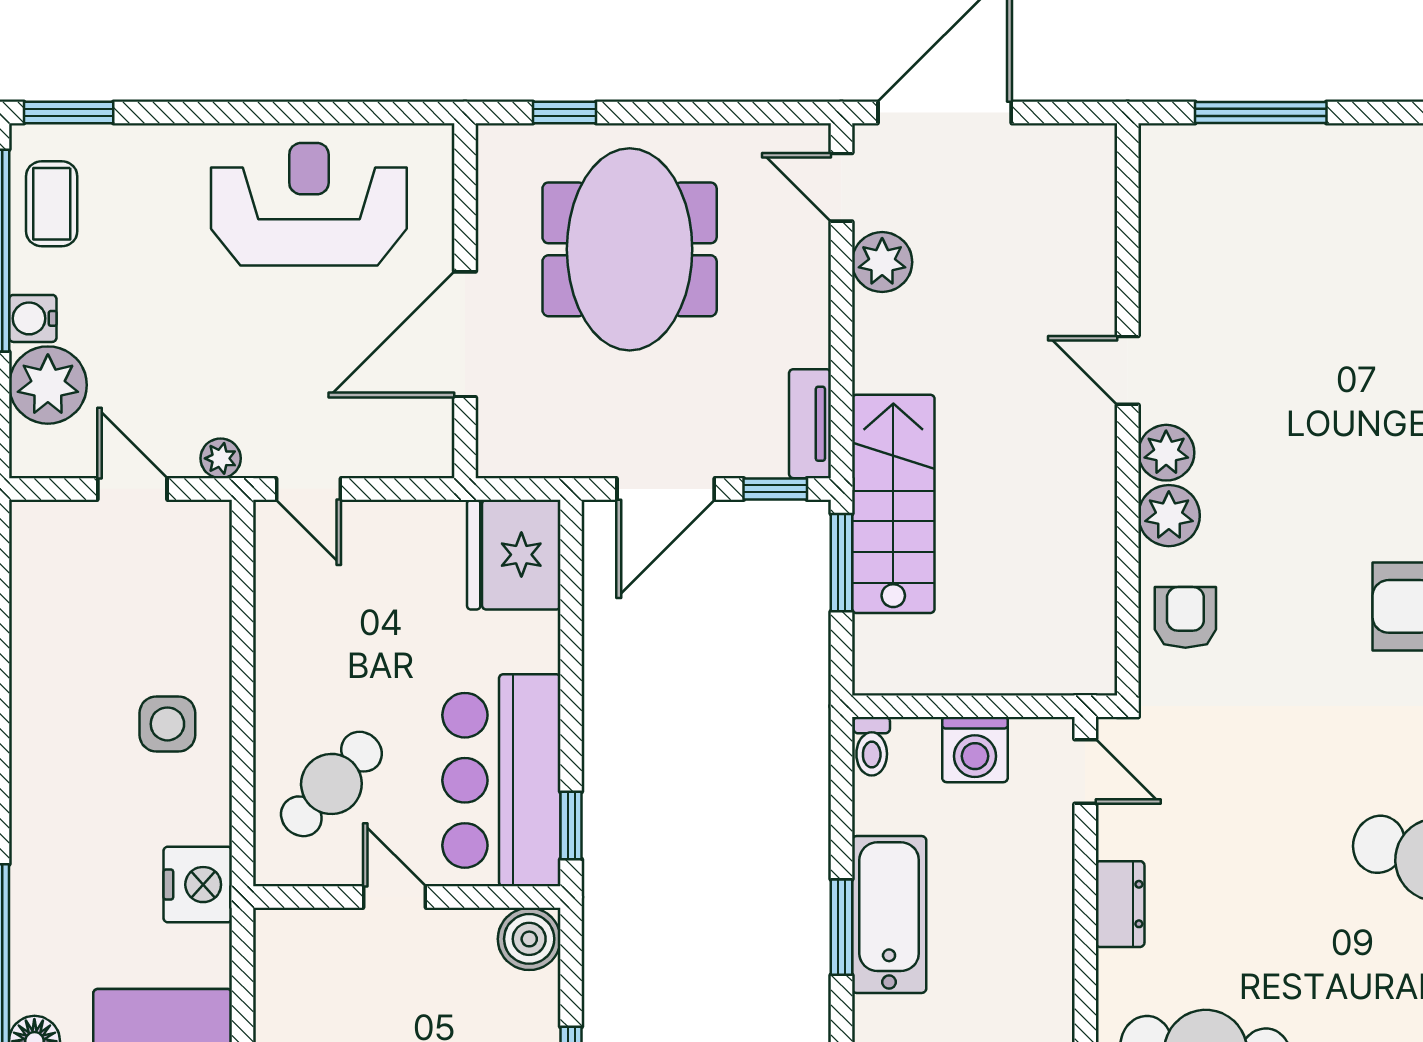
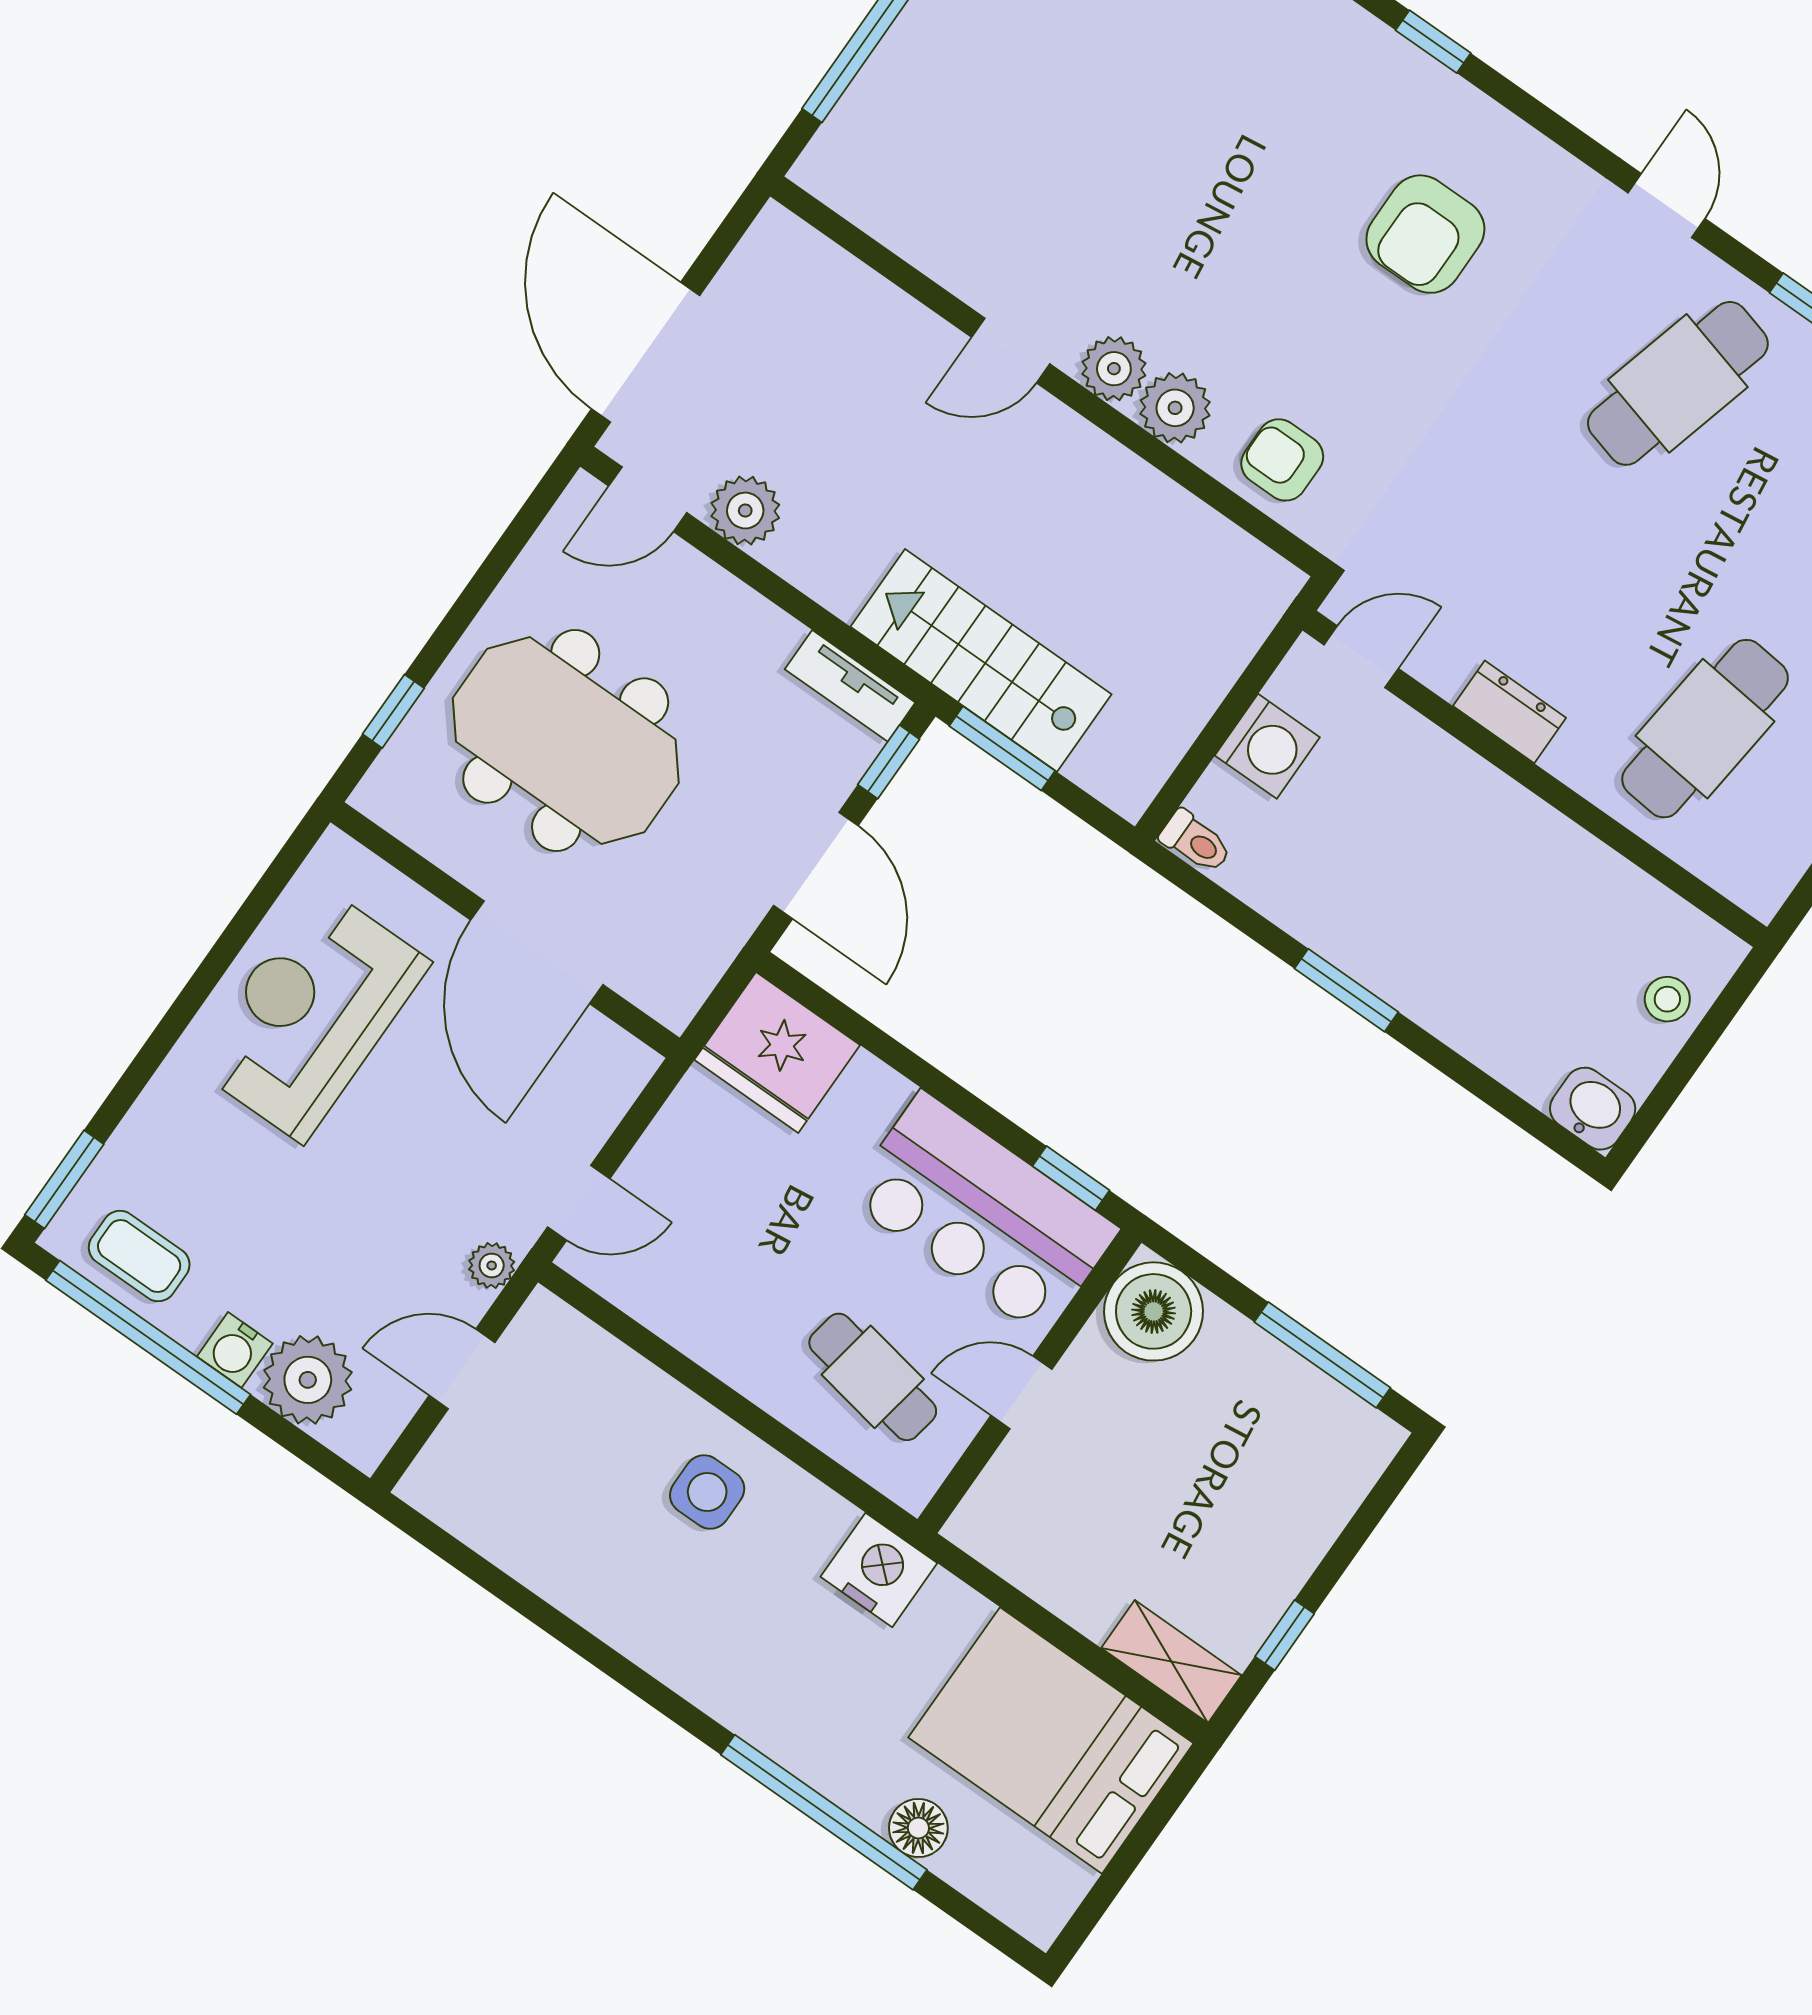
cafe table: (331, 784) -> (873, 1377), turned -33
bathtub: (889, 915) -> (1366, 937), removed
boiler: (529, 939) -> (1154, 1311), width x1.37, depth x1.37

